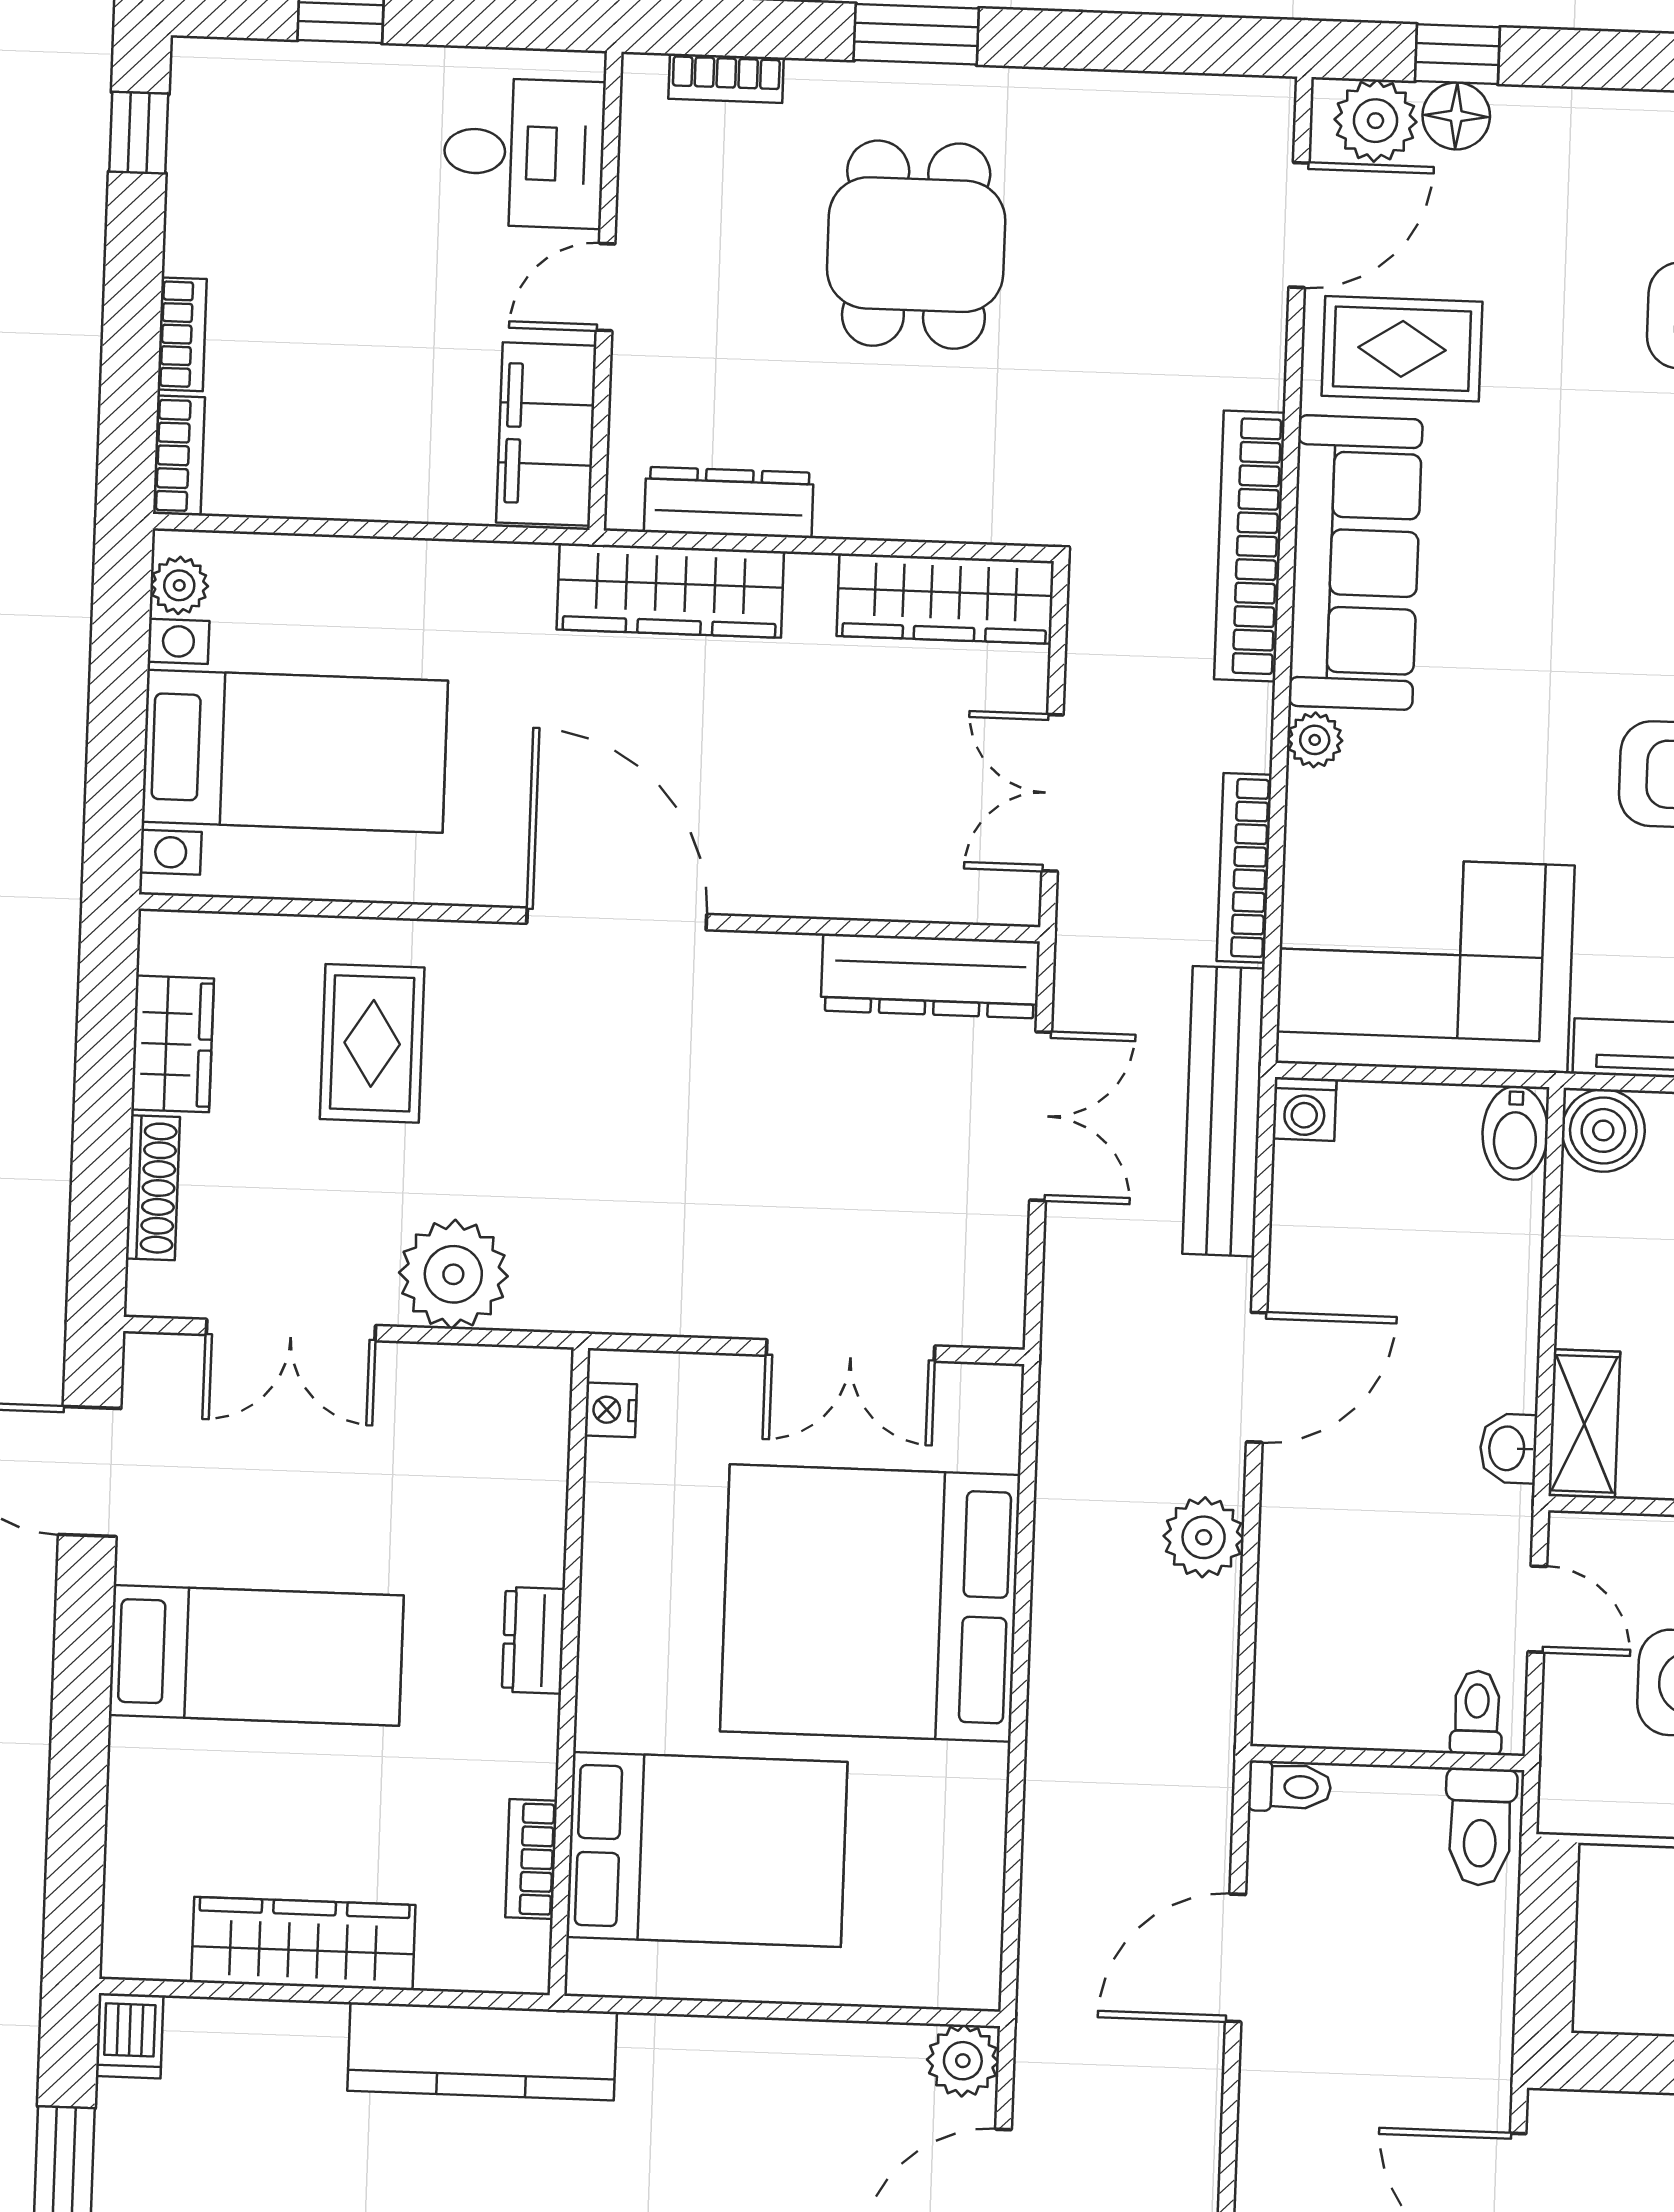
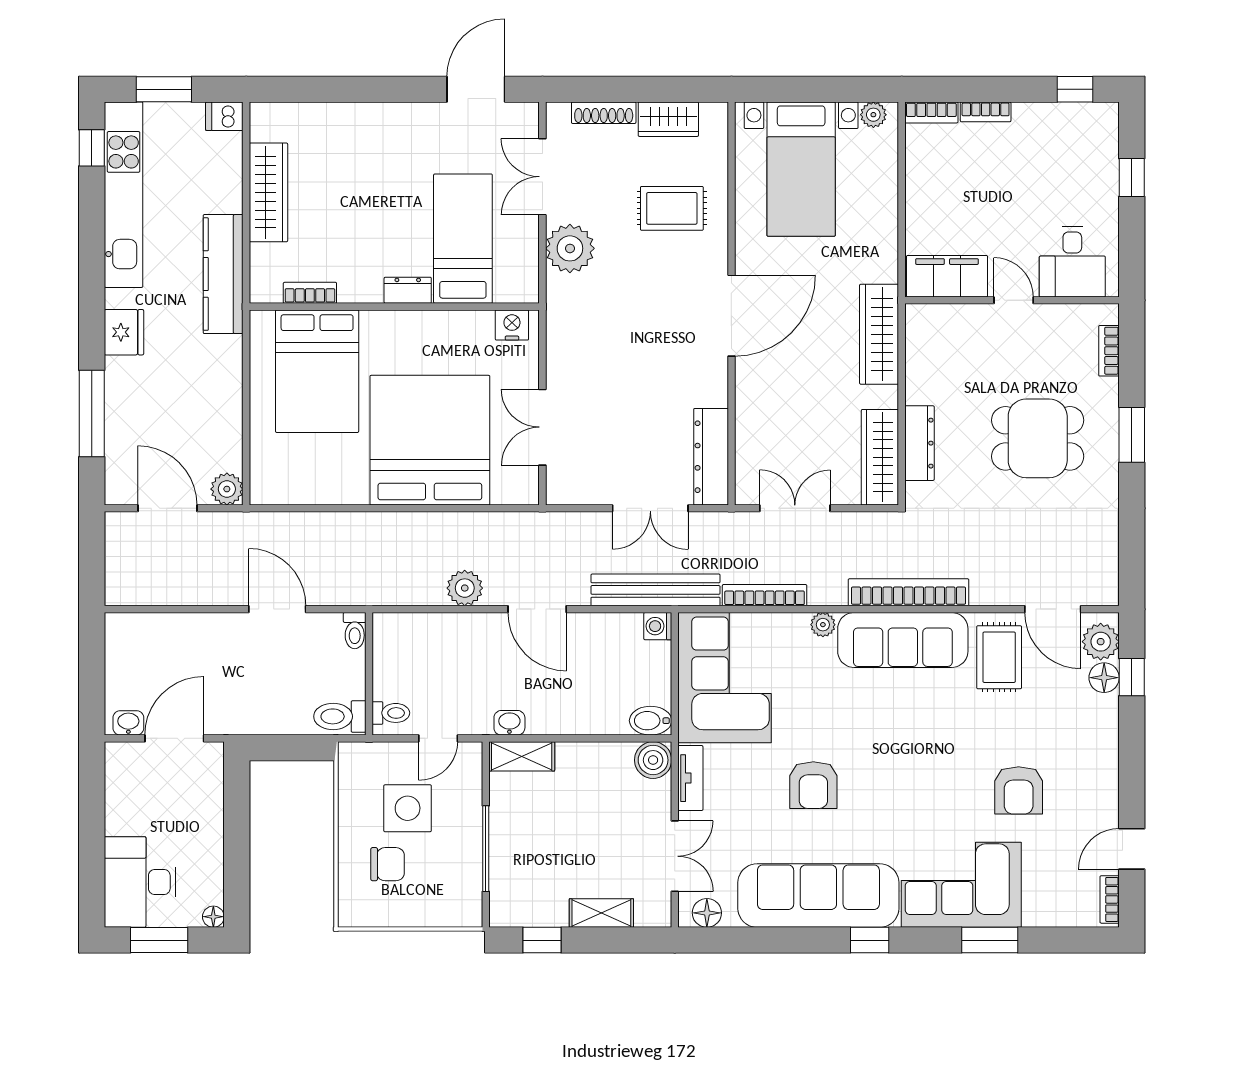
dresser: (729, 502) -> (919, 443), moved
nightstand: (611, 1410) -> (512, 325), width x1.39, depth x1.35
bed: (256, 1655) -> (463, 239), moved, turned 180

